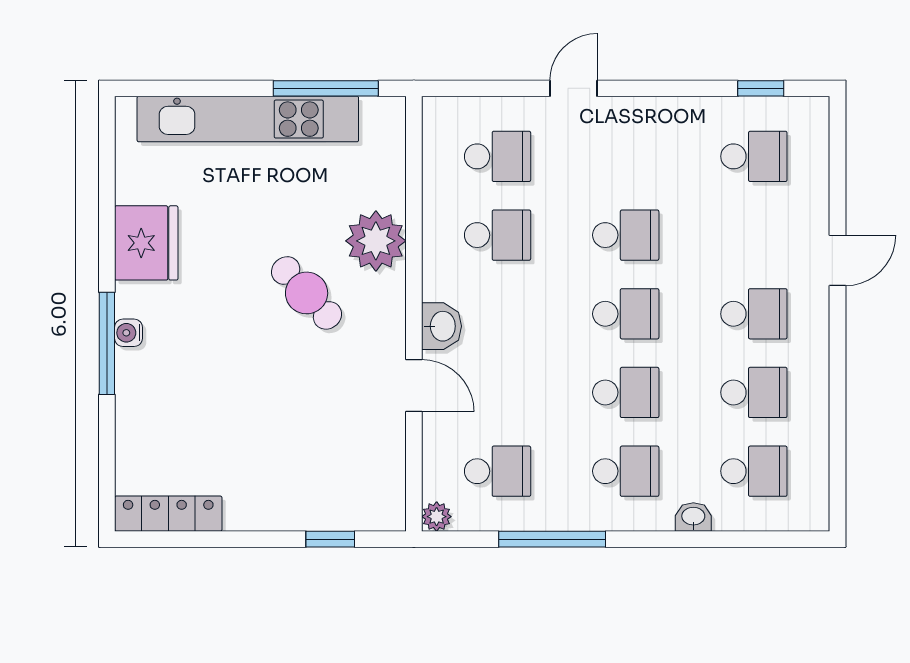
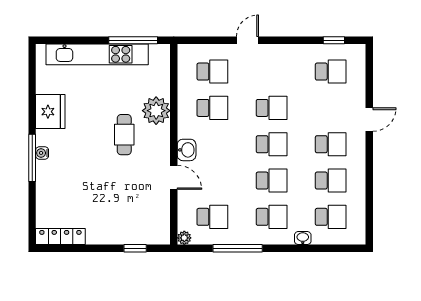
cafe table: (307, 293) -> (124, 135), turned 43

